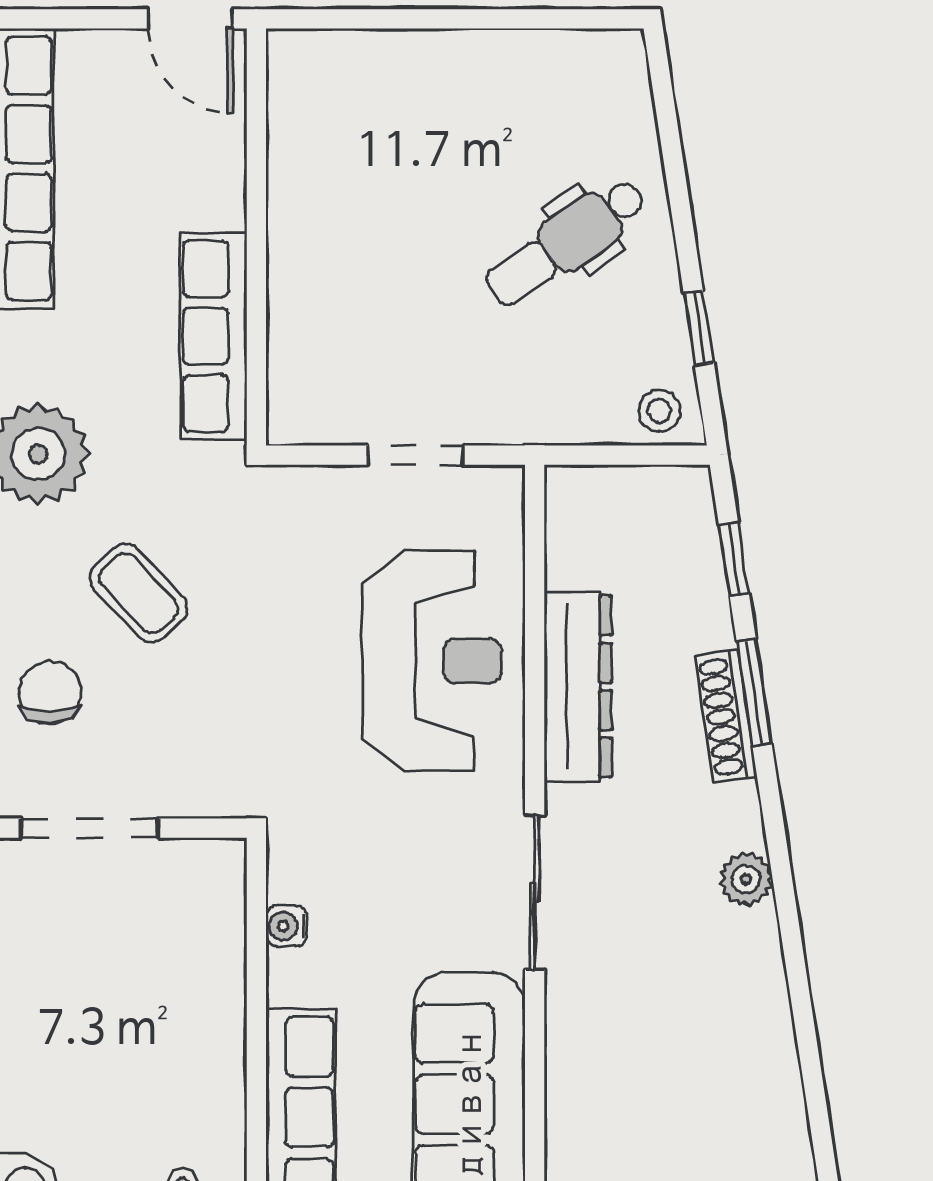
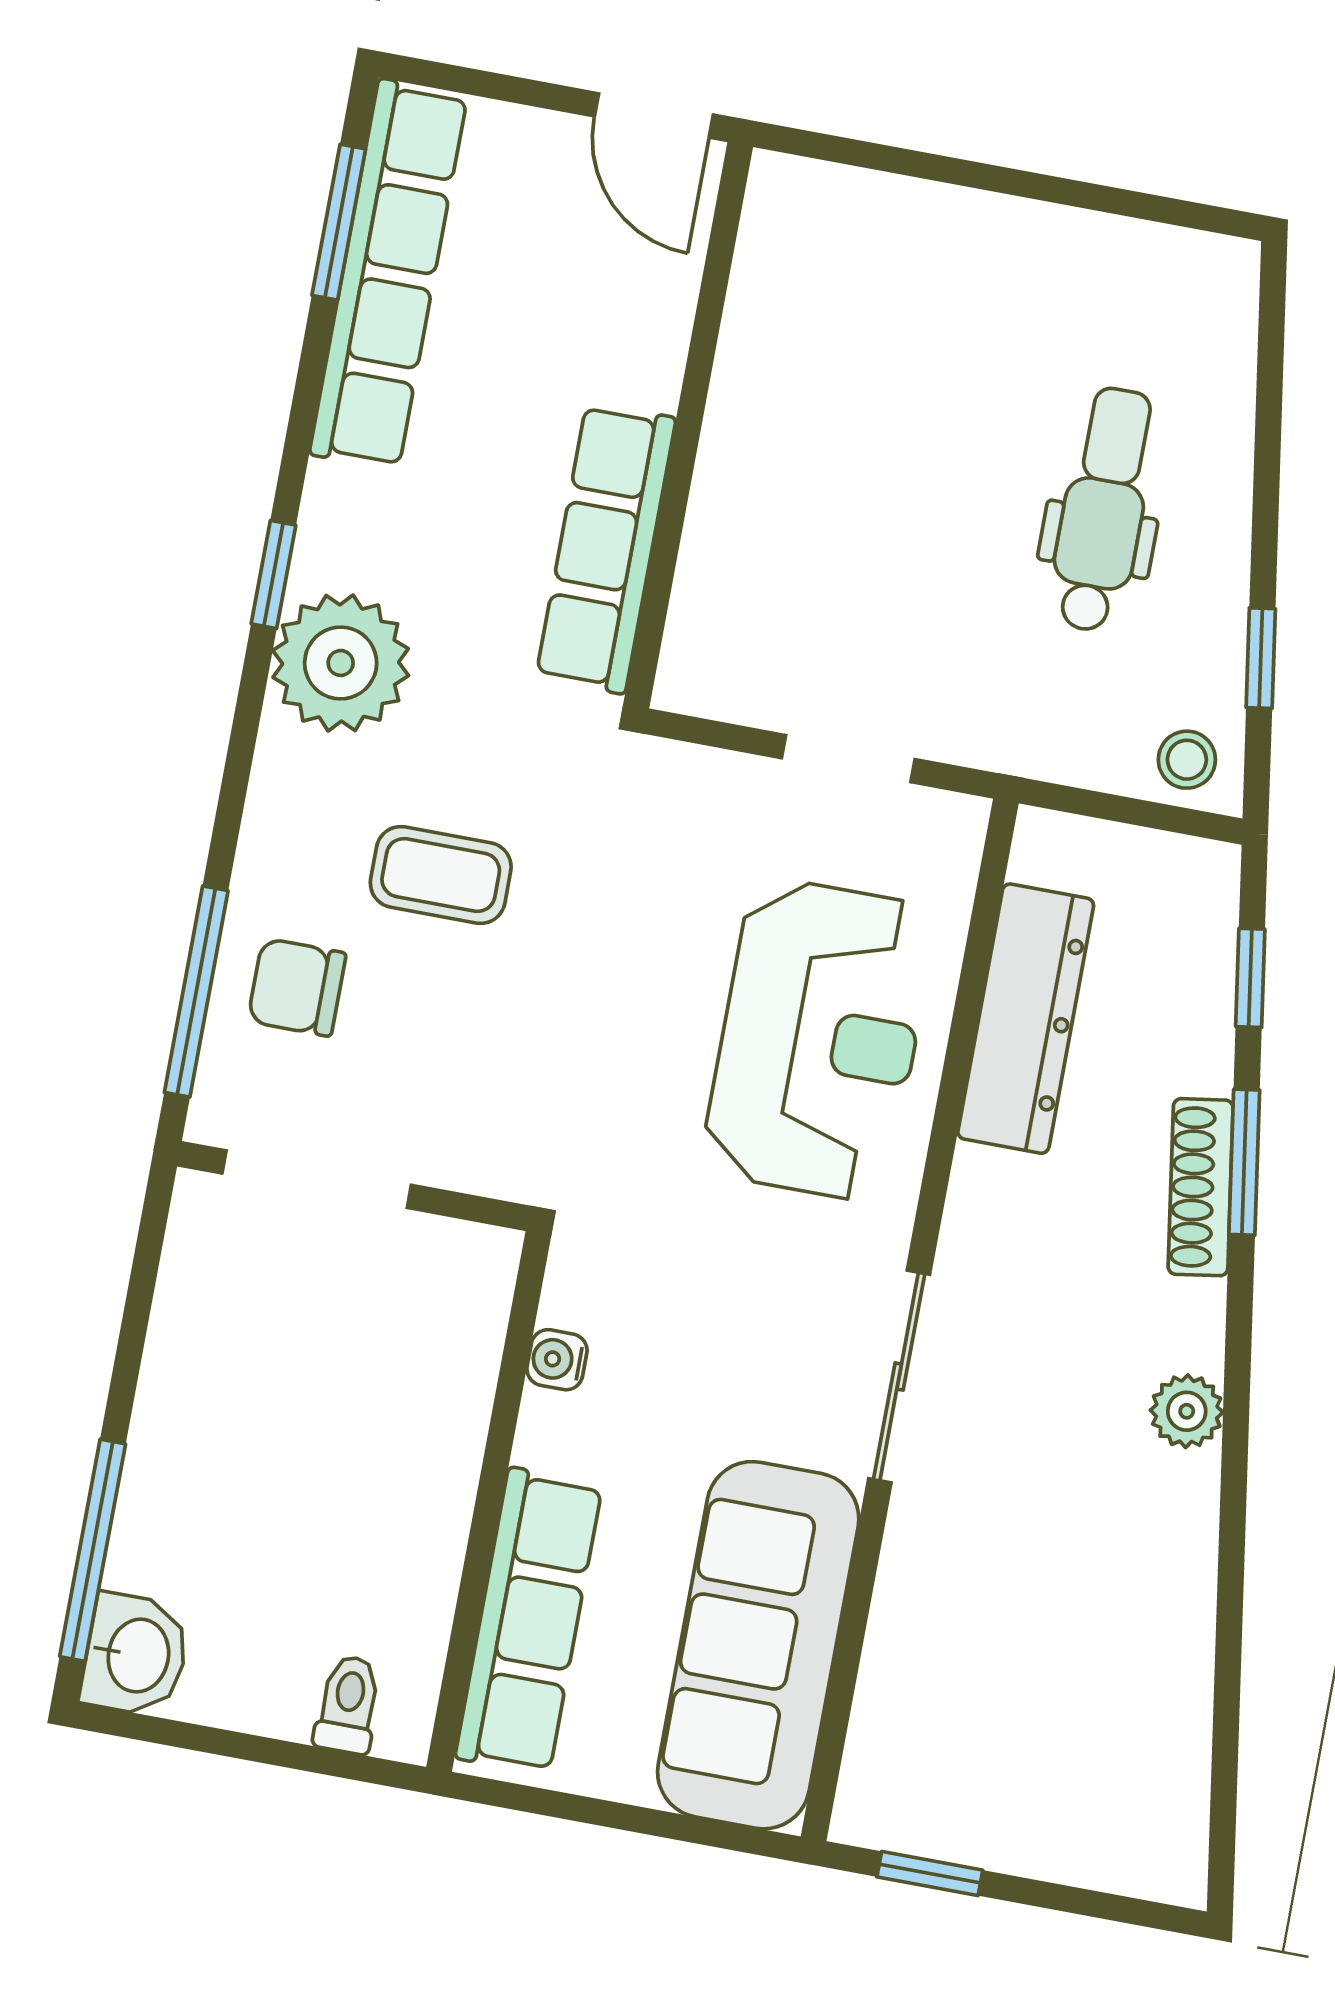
dental chair: (566, 242) -> (1103, 510), turned 125
coffee table: (138, 593) -> (441, 875), turned -47
dresser: (578, 686) -> (1026, 1019), moved
chair: (50, 693) -> (297, 987), turned -90

